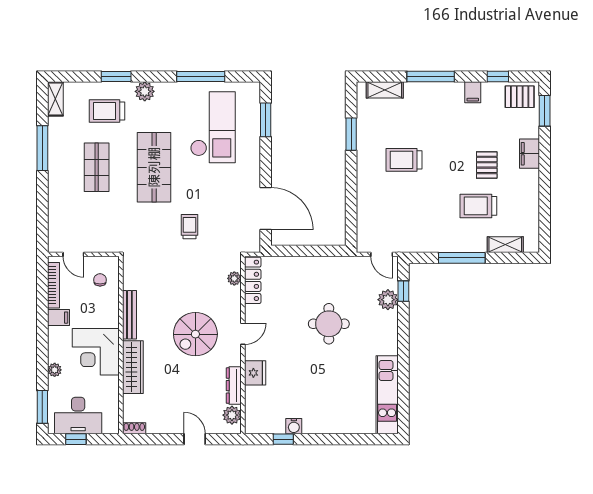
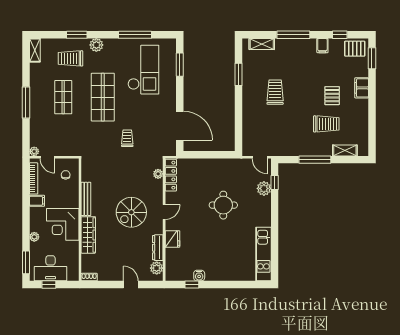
window: (42, 148) -> (26, 103), moved
trolley: (404, 160) -> (275, 92), turned 90
trolley: (478, 206) -> (326, 124), turned 180
plant: (54, 246) -> (34, 151), added

